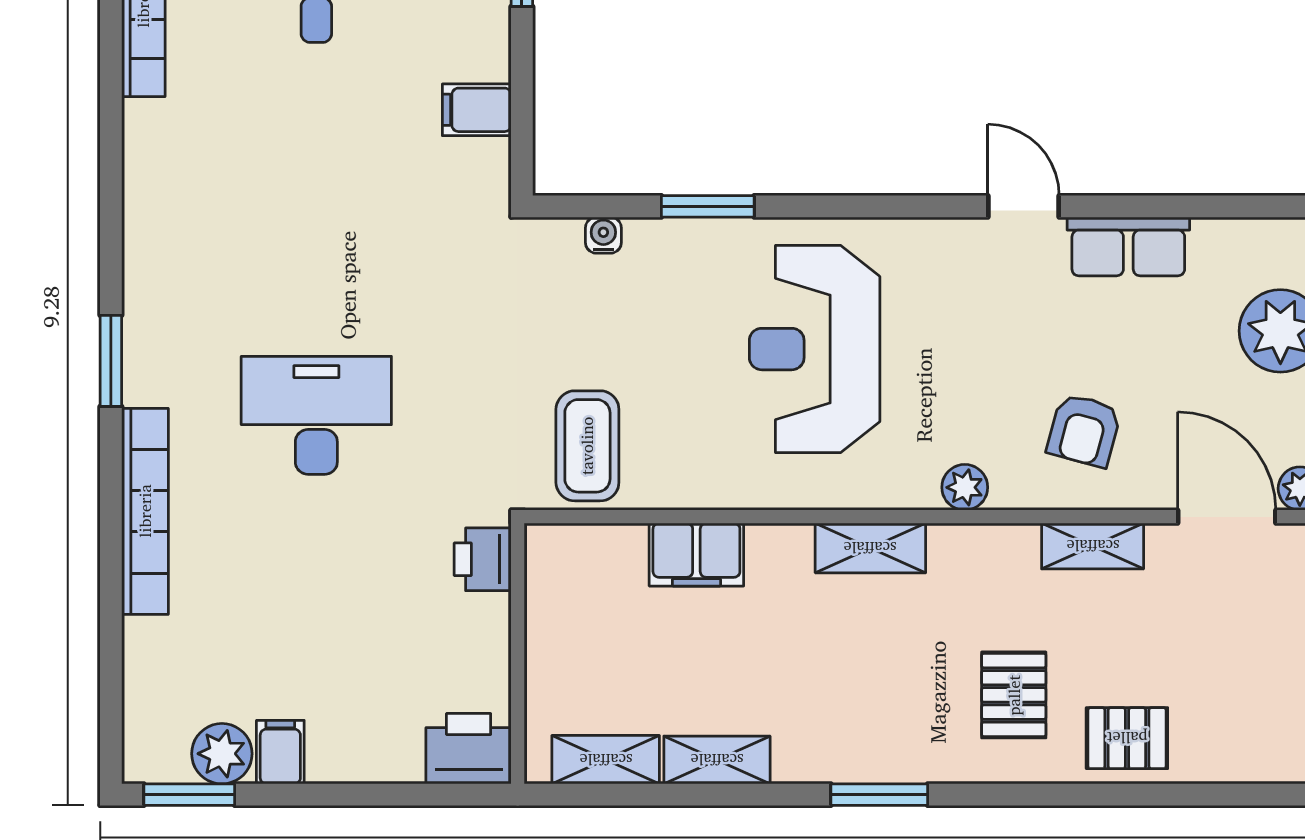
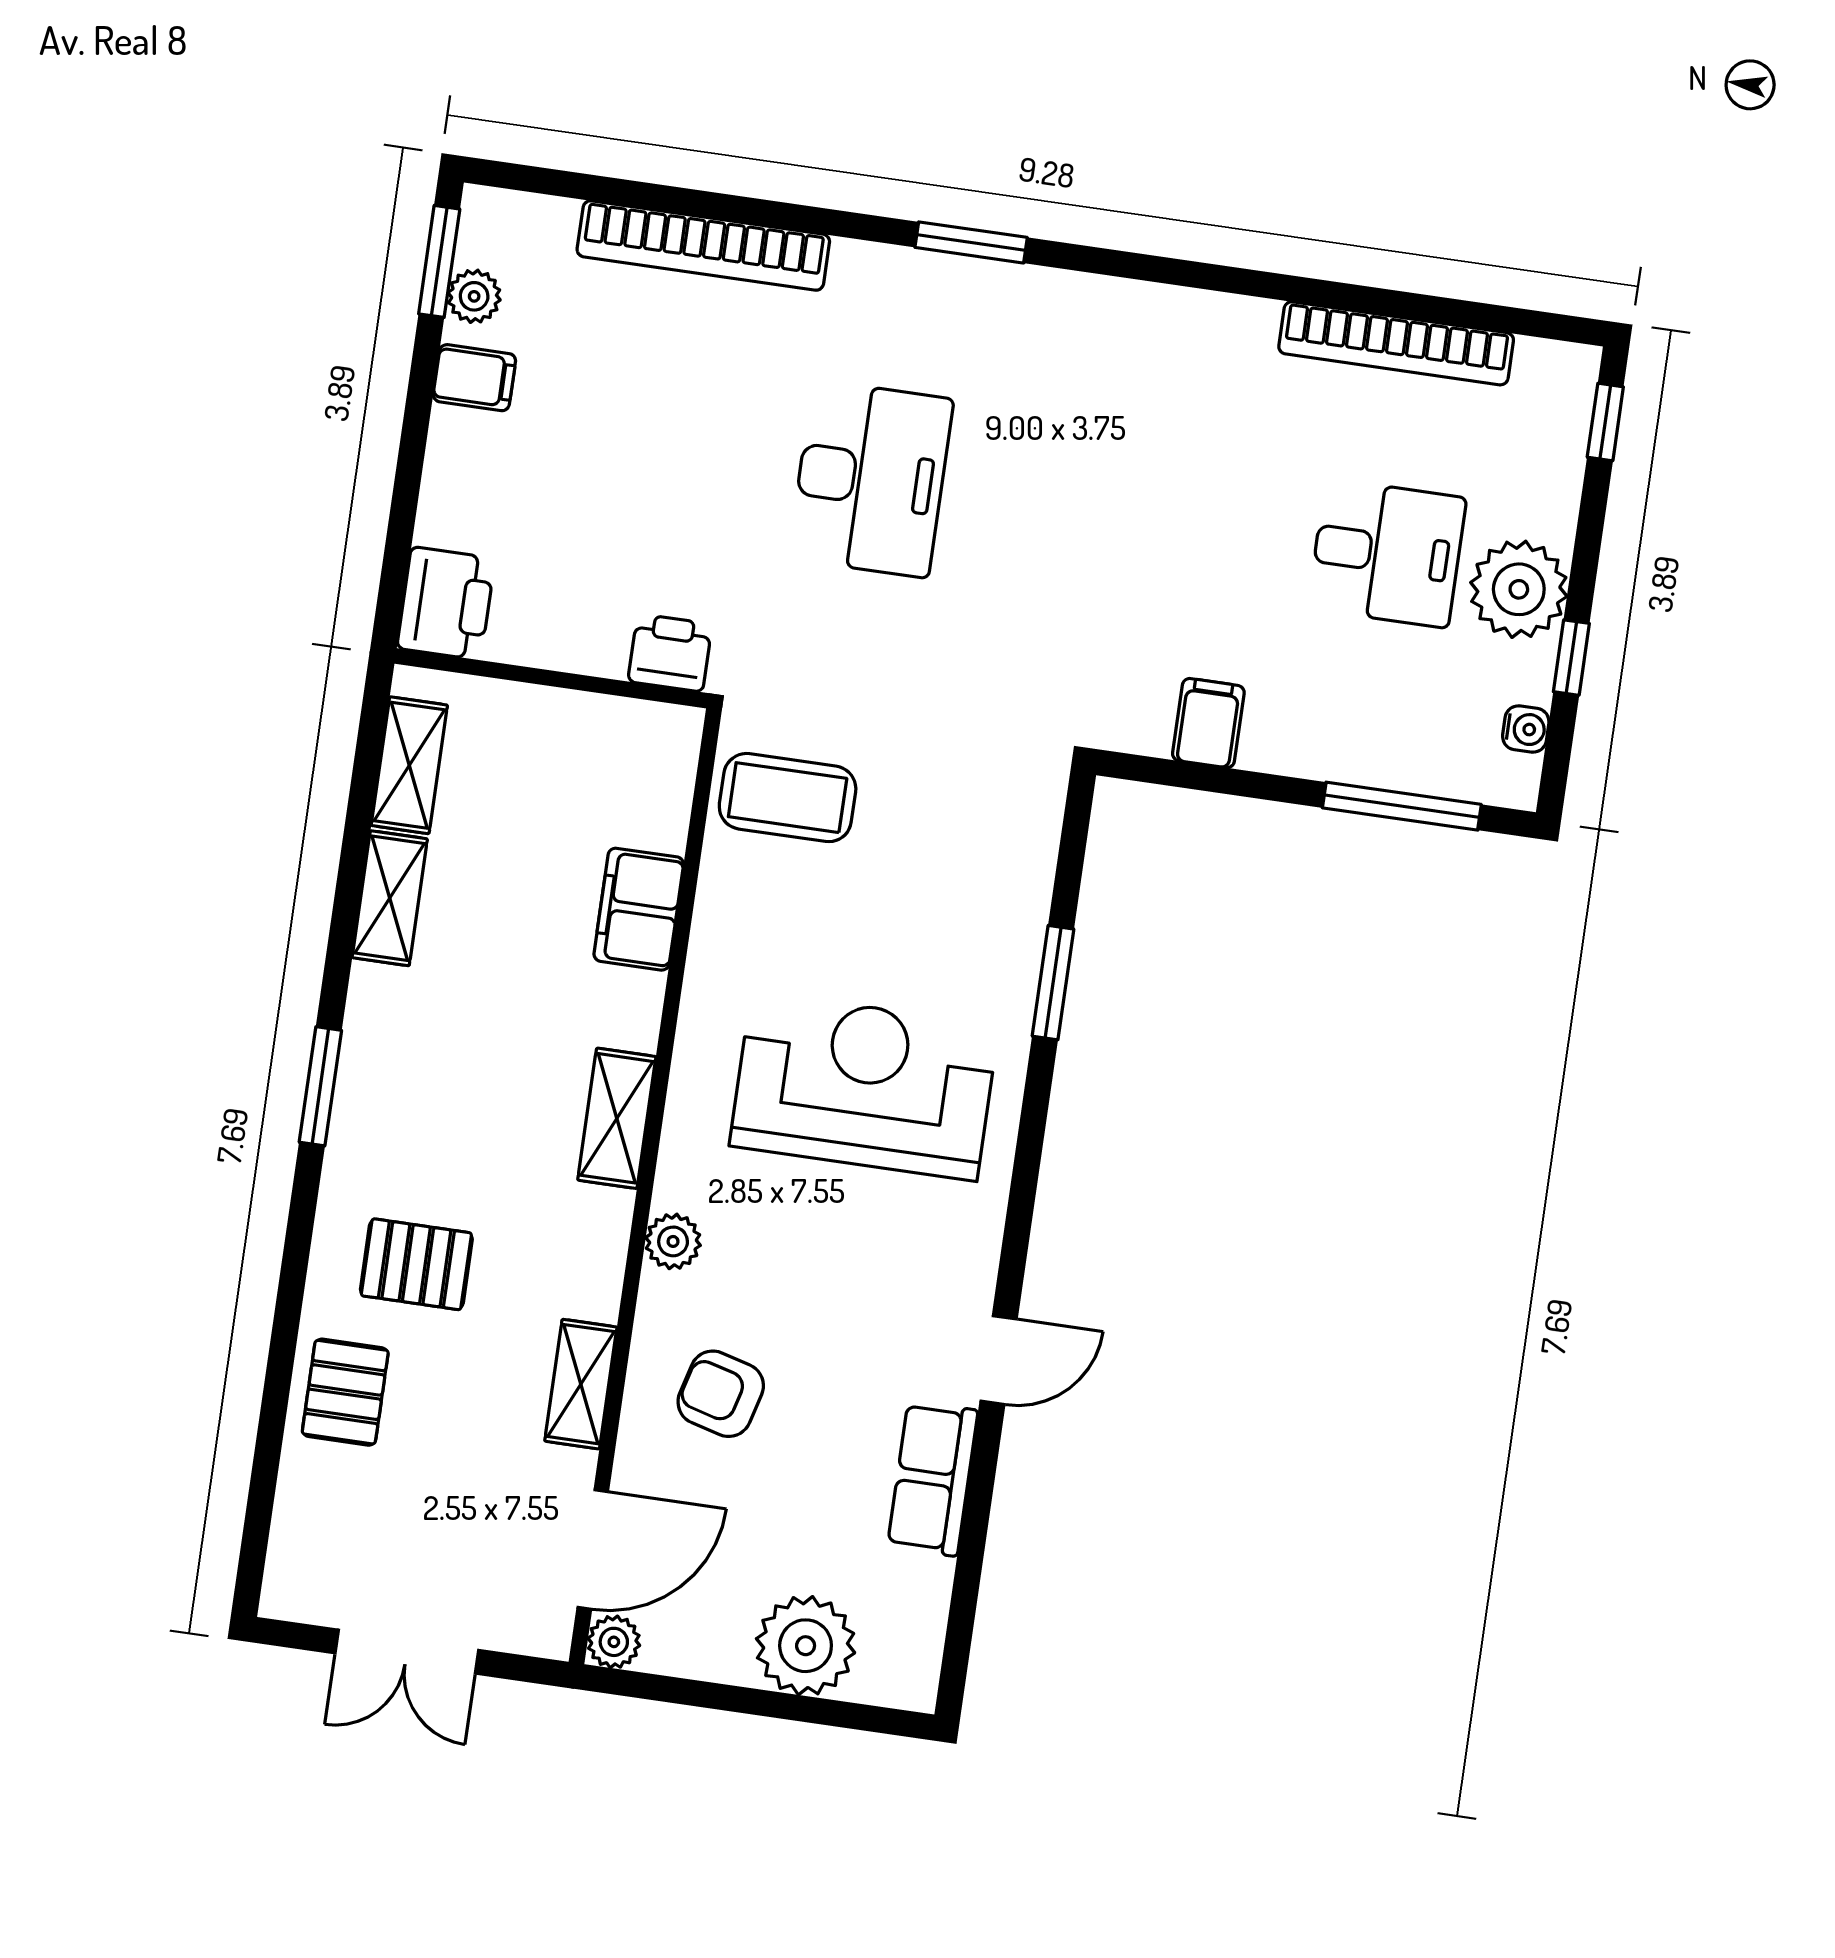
water cooler: (603, 235) -> (1037, 853), removed
bookcase: (145, 511) -> (703, 245), moved
plant: (222, 754) -> (474, 296), width x0.73, depth x0.73

